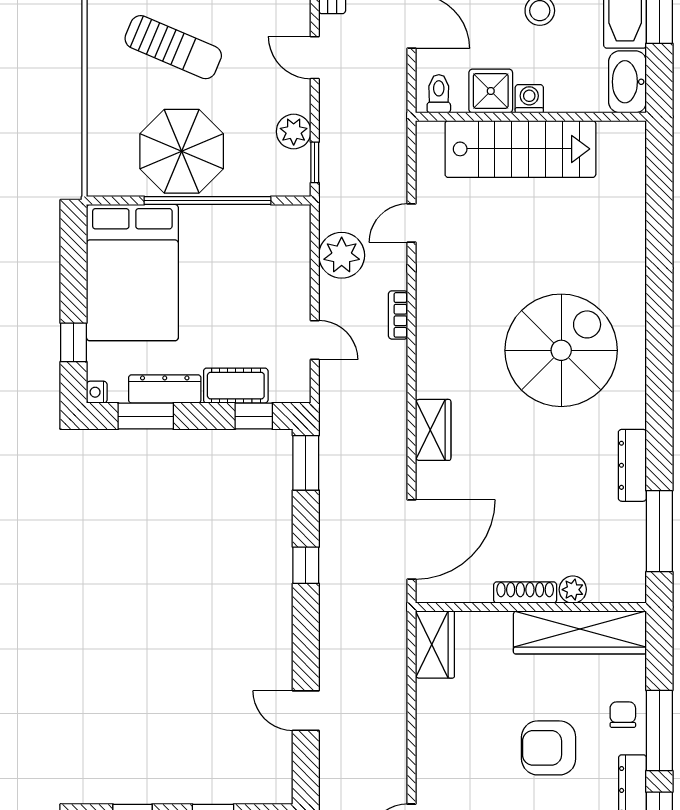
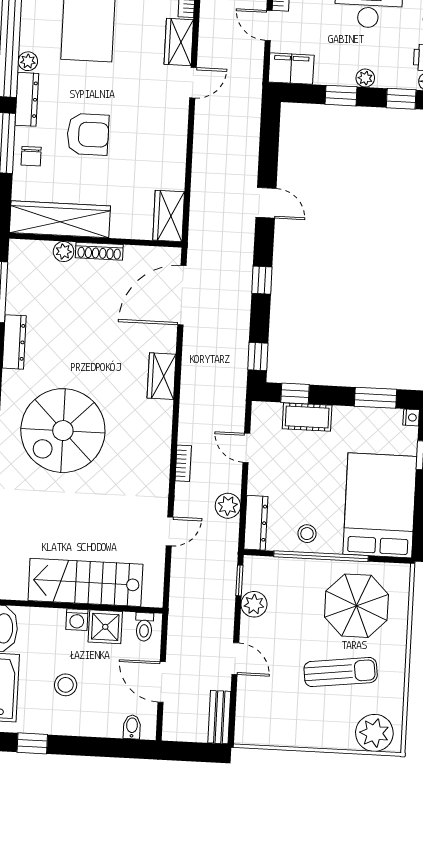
sun lounger: (173, 47) -> (341, 672), turned 150
parasol: (182, 151) -> (356, 606), moved
stool: (228, 230) -> (307, 534), added
plant: (342, 255) -> (228, 506), width x0.73, depth x0.73
dresser: (165, 389) -> (256, 523), moved, turned -90
window: (306, 463) -> (258, 357), width x0.67
door: (306, 711) -> (266, 203), moved

